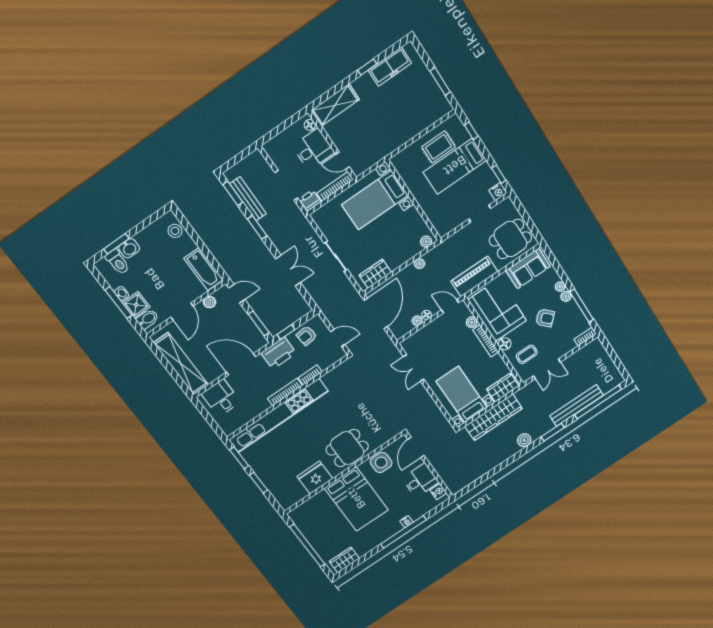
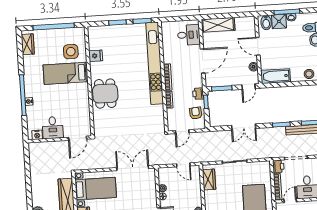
door: (376, 314) -> (183, 165), width x0.53
printer: (279, 353) -> (198, 94), width x0.53, depth x0.68
shelving: (181, 364) -> (218, 25), width x0.68
double door: (414, 368) -> (133, 168), width x1.37
door: (416, 447) -> (78, 138), swing flipped
side table: (381, 462) -> (71, 52), moved
fridge: (315, 478) -> (96, 56), width x0.53, depth x0.75
bed: (356, 499) -> (66, 73), width x0.67

